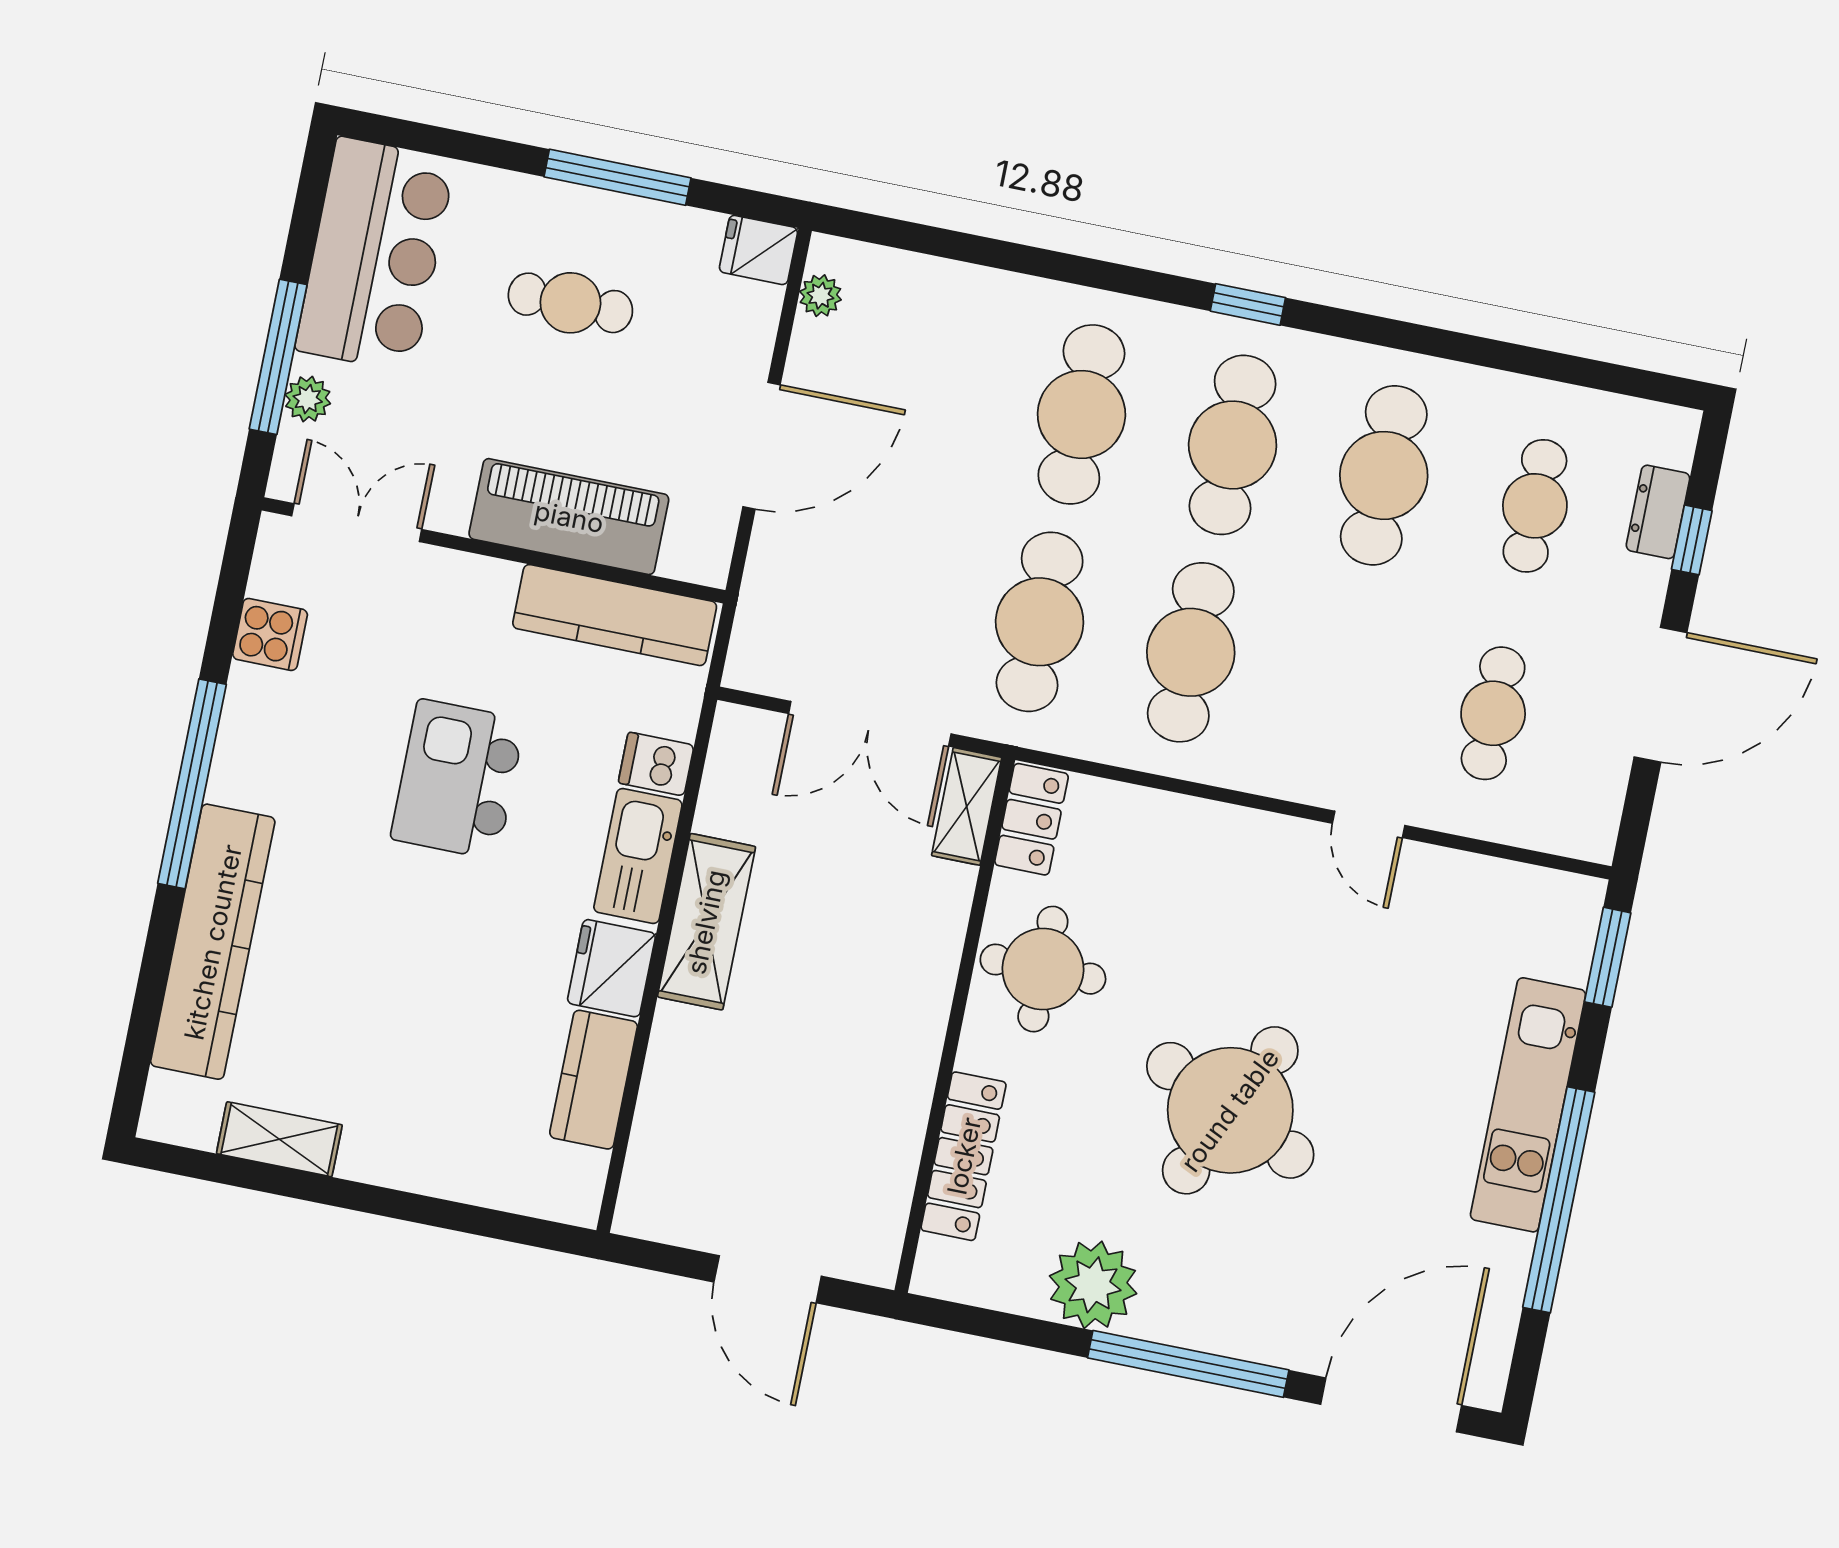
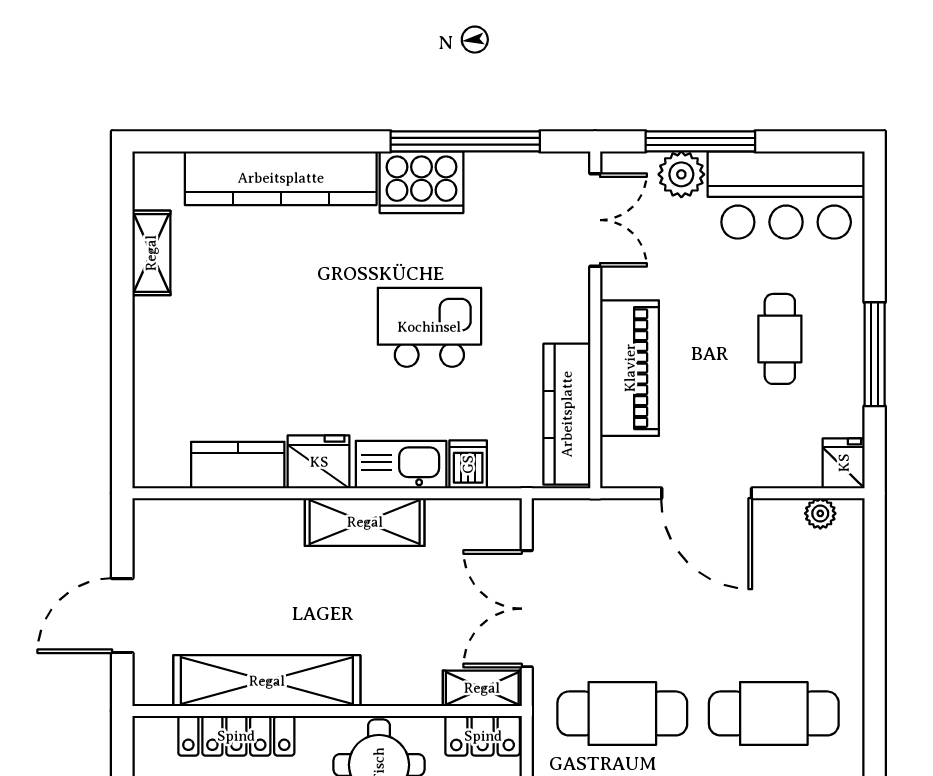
plant: (308, 399) -> (681, 174), width x1.38, depth x1.38
cooker: (270, 634) -> (422, 182), moved, width x1.87, depth x1.31
window: (192, 784) -> (465, 141), moved
shelving: (897, 1099) -> (267, 681), added

